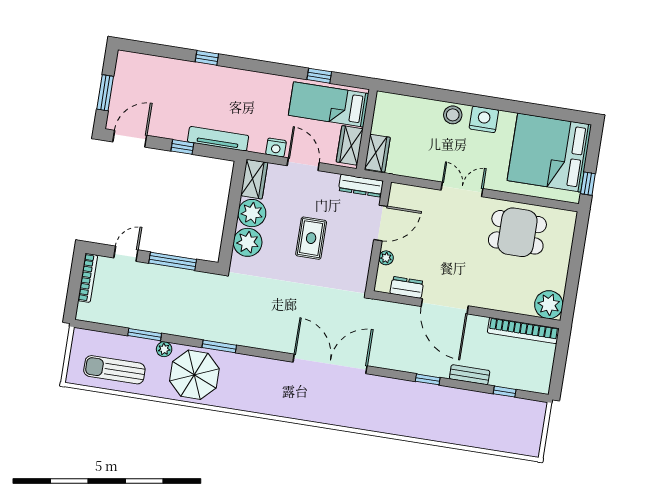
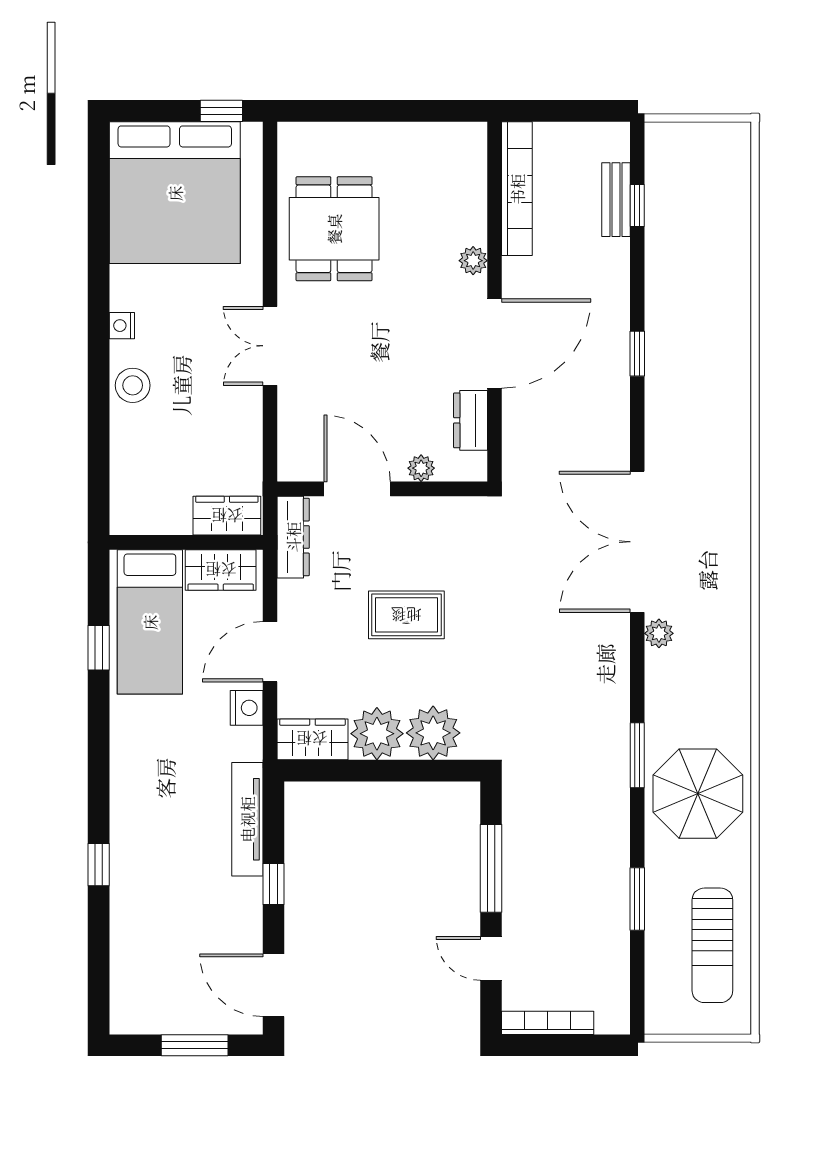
nightstand: (484, 119) -> (122, 326), width x0.53, depth x0.56
plant: (549, 305) -> (473, 261), moved, width x0.53, depth x0.53
plant: (164, 349) -> (659, 633), moved
bench: (470, 375) -> (616, 200), moved

